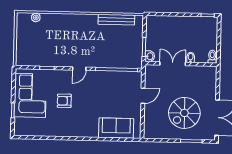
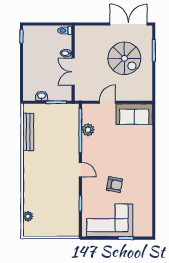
washbasin: (150, 56) -> (42, 96), moved
plant: (117, 77) -> (88, 130), added
door: (143, 96) -> (107, 102), hinge flipped
armchair: (64, 101) -> (115, 185), turned -80
sofa: (116, 128) -> (134, 114), moved, turned -90

